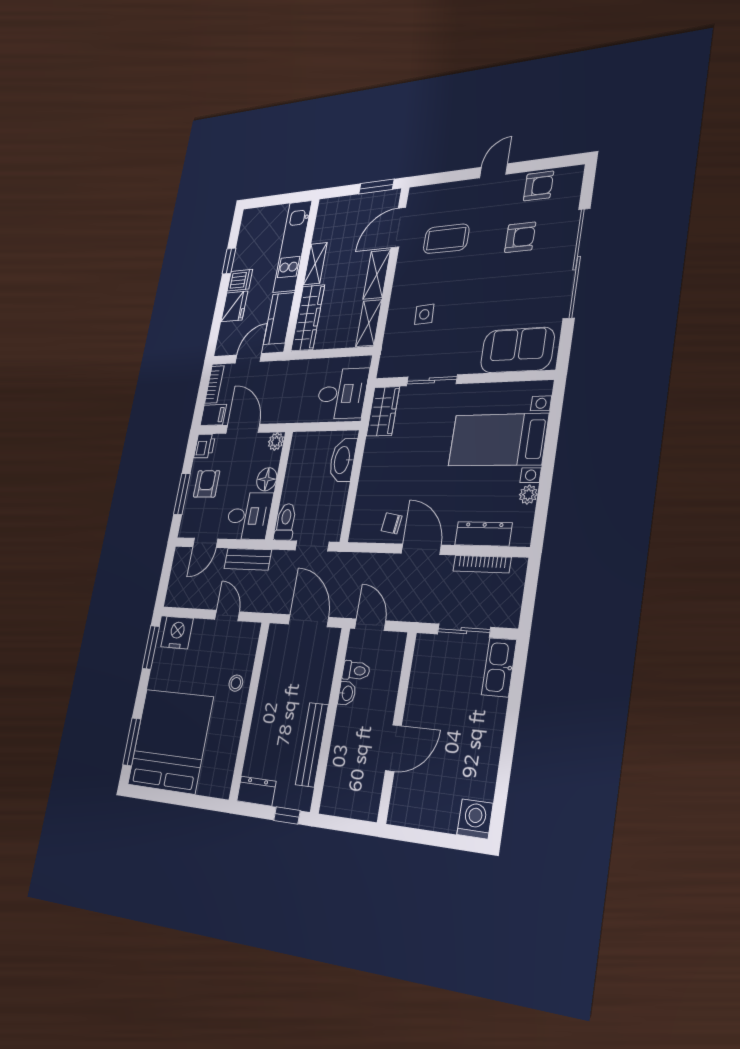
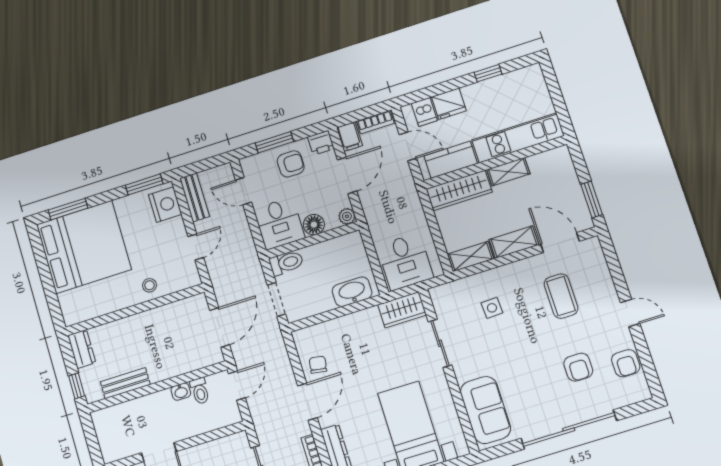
dishwasher: (240, 280) -> (424, 112), moved
bench: (248, 559) -> (195, 197), moved
bench: (312, 745) -> (125, 383), width x0.73

